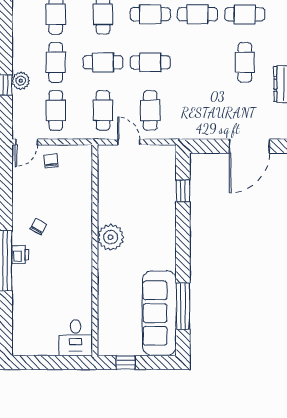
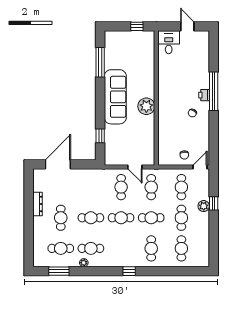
cafe table: (150, 14) -> (91, 218), moved
sofa: (159, 313) -> (115, 97), moved
door: (46, 362) -> (187, 26), added

